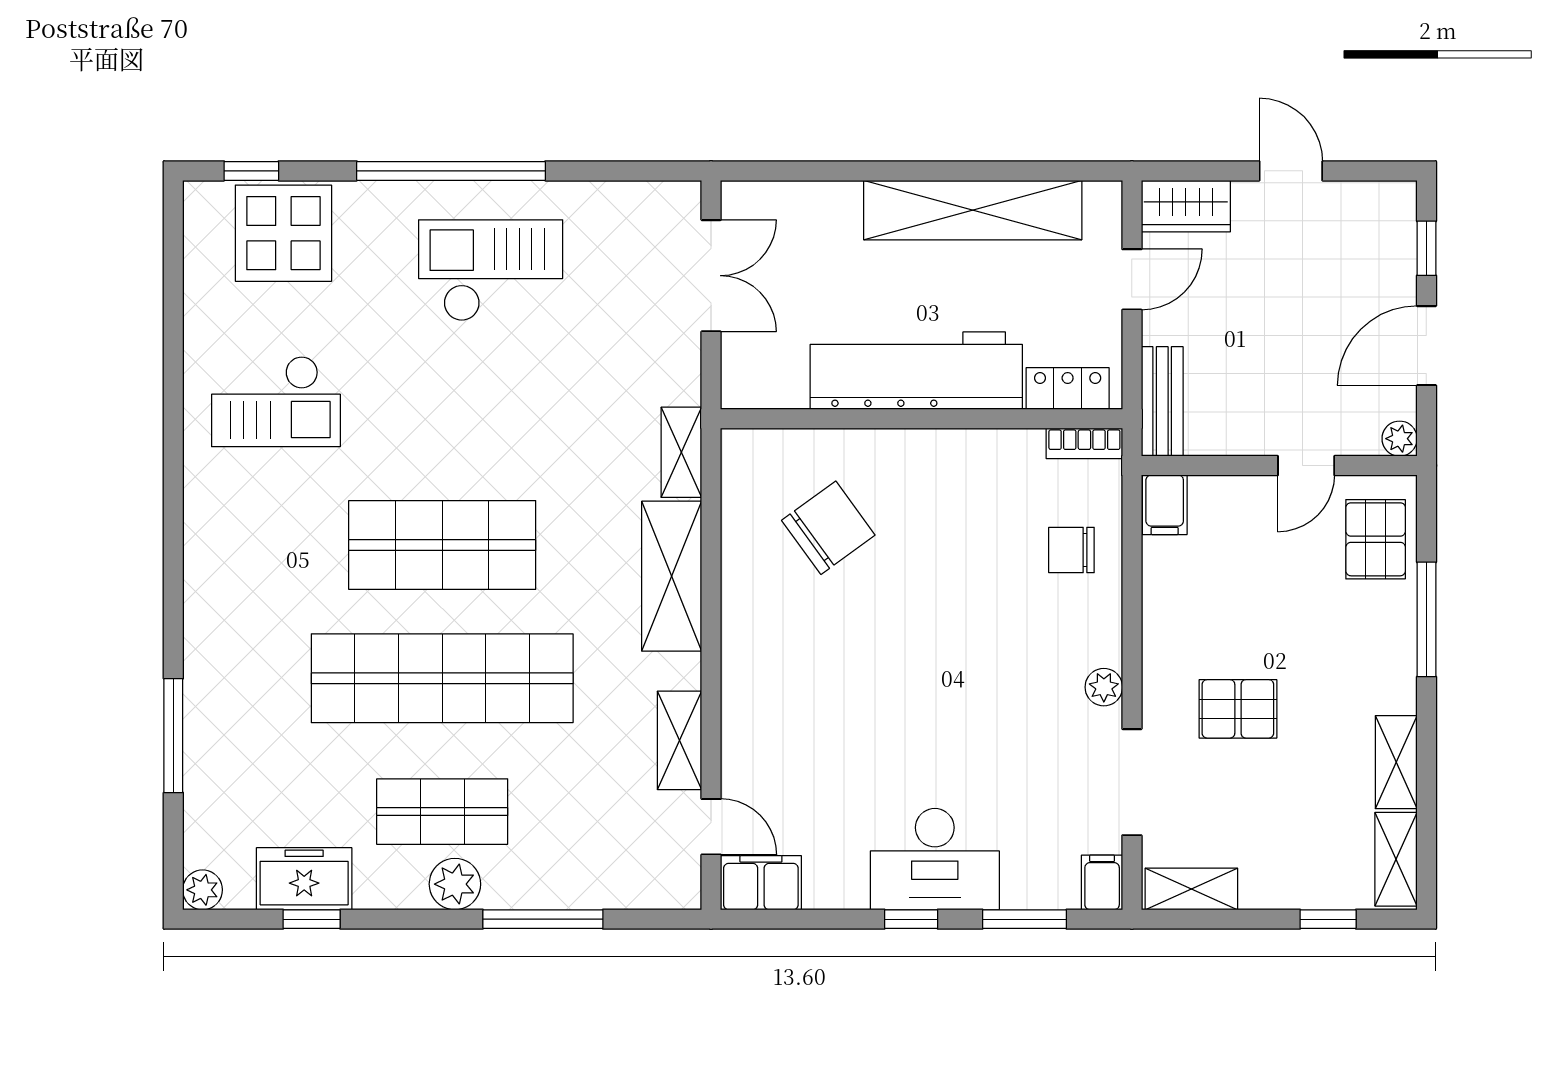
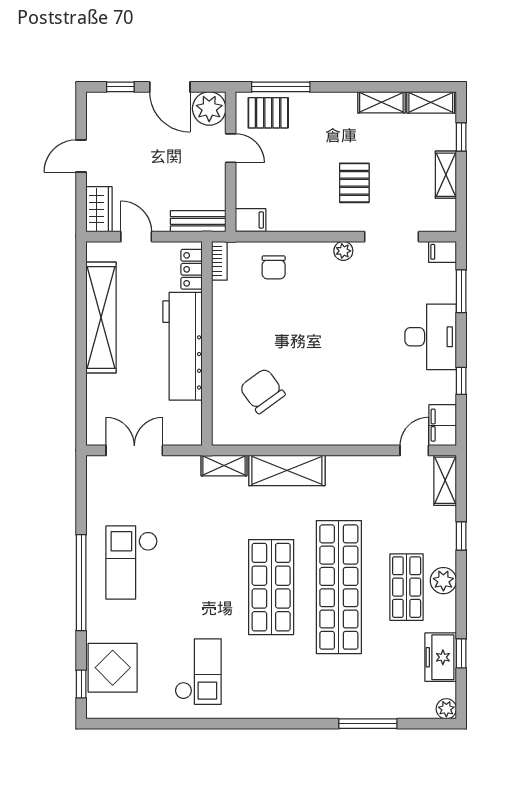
plant: (1400, 439) -> (209, 108), width x1.88, depth x1.88
window: (1426, 619) -> (281, 87), moved
shelving: (680, 740) -> (445, 480), moved, turned 90
shelving: (1191, 889) -> (446, 175), moved
window: (543, 919) -> (461, 536), width x0.46
window: (911, 919) -> (461, 381), moved

